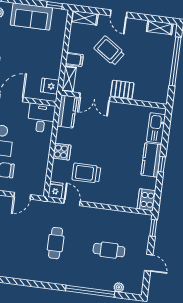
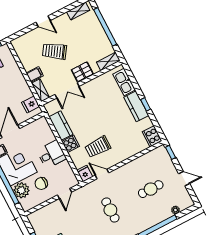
shelving: (85, 18) -> (108, 61), moved
kitchen counter: (67, 111) -> (61, 126), moved
desk: (41, 118) -> (52, 154), moved, turned 90

